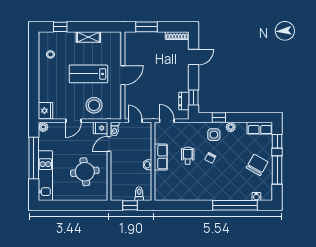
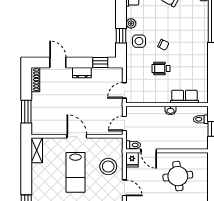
shelving: (88, 37) -> (37, 150), moved
dresser: (184, 101) -> (82, 73), moved
row of seats: (161, 157) -> (184, 97), moved

